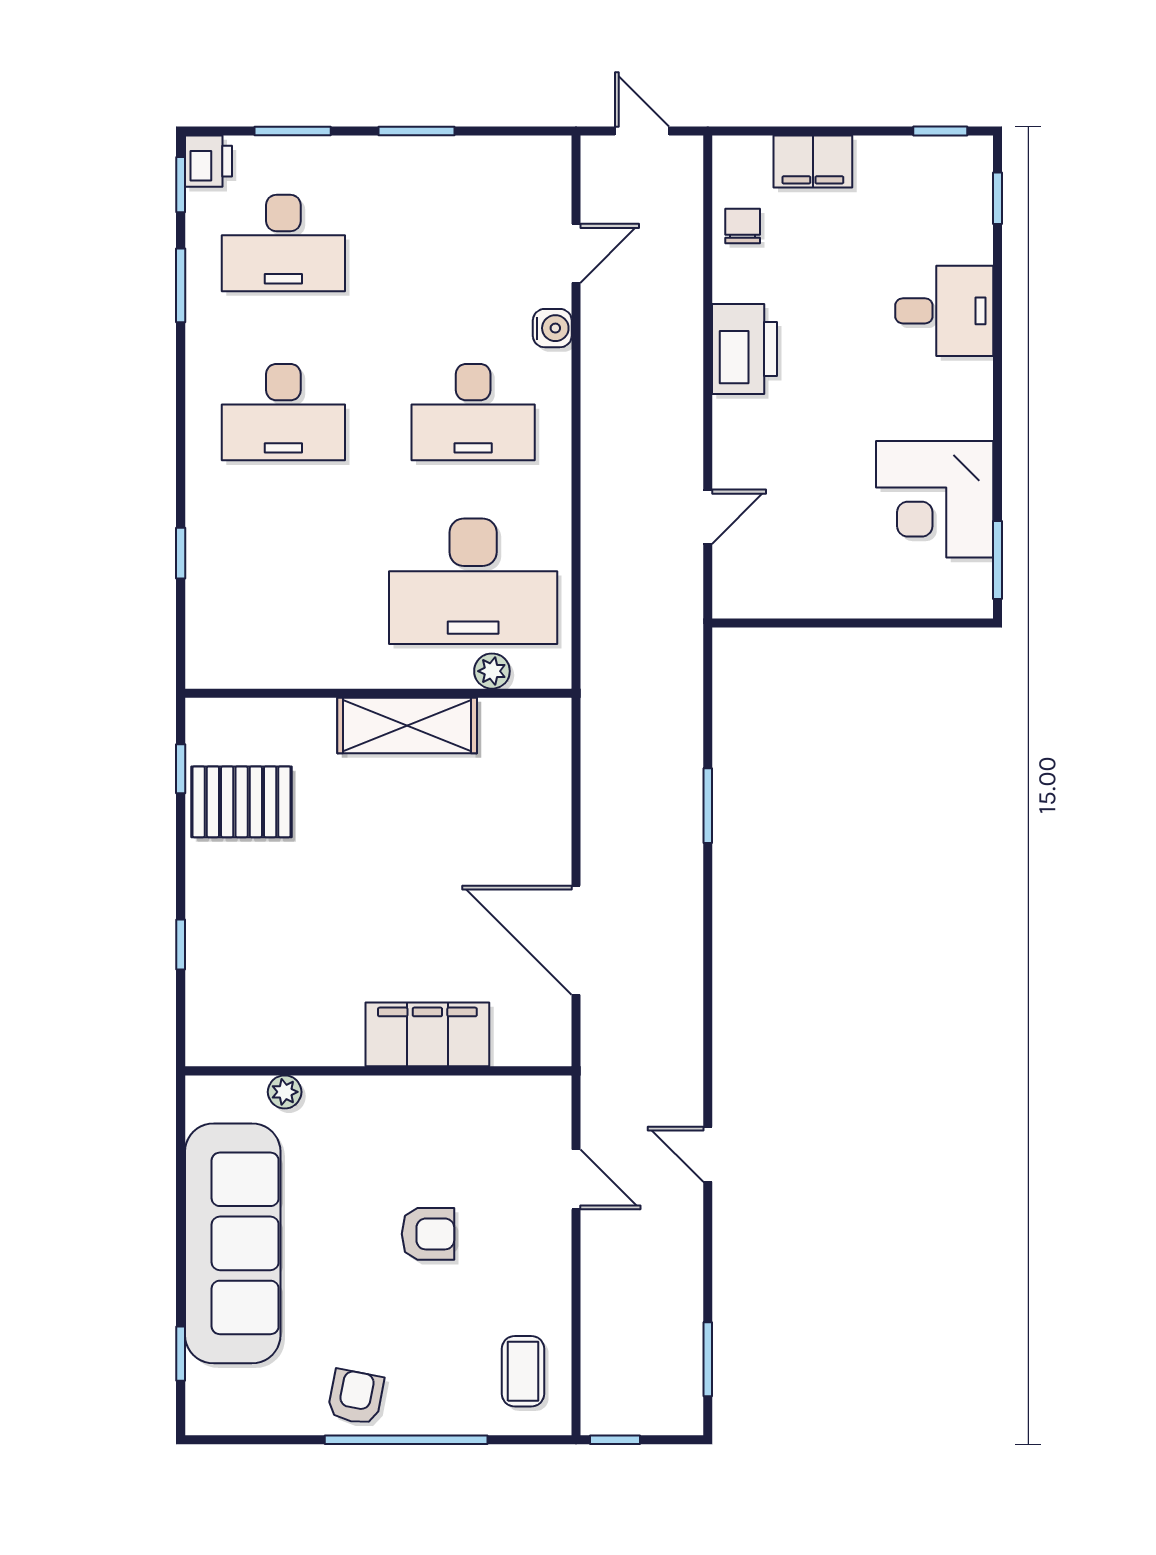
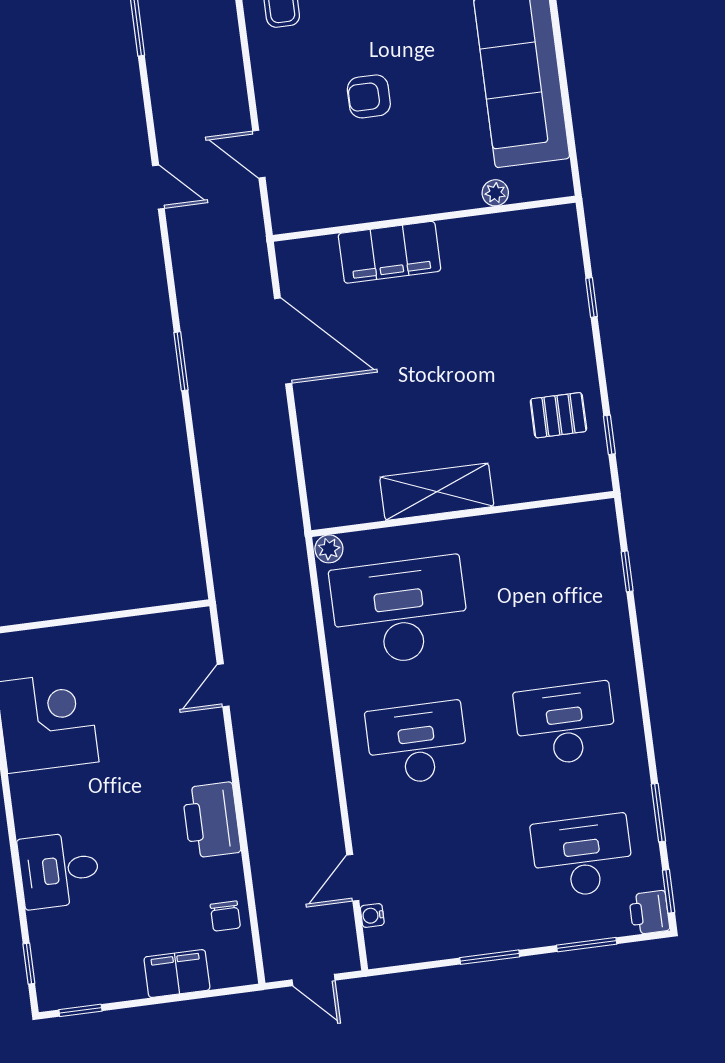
water cooler: (552, 328) -> (372, 915), moved, width x0.72, depth x0.72
window: (181, 553) -> (627, 571), moved
plant: (492, 671) -> (329, 549), moved
pallet: (242, 802) -> (558, 415), width x0.67, depth x0.71
window: (708, 806) -> (181, 361), moved

